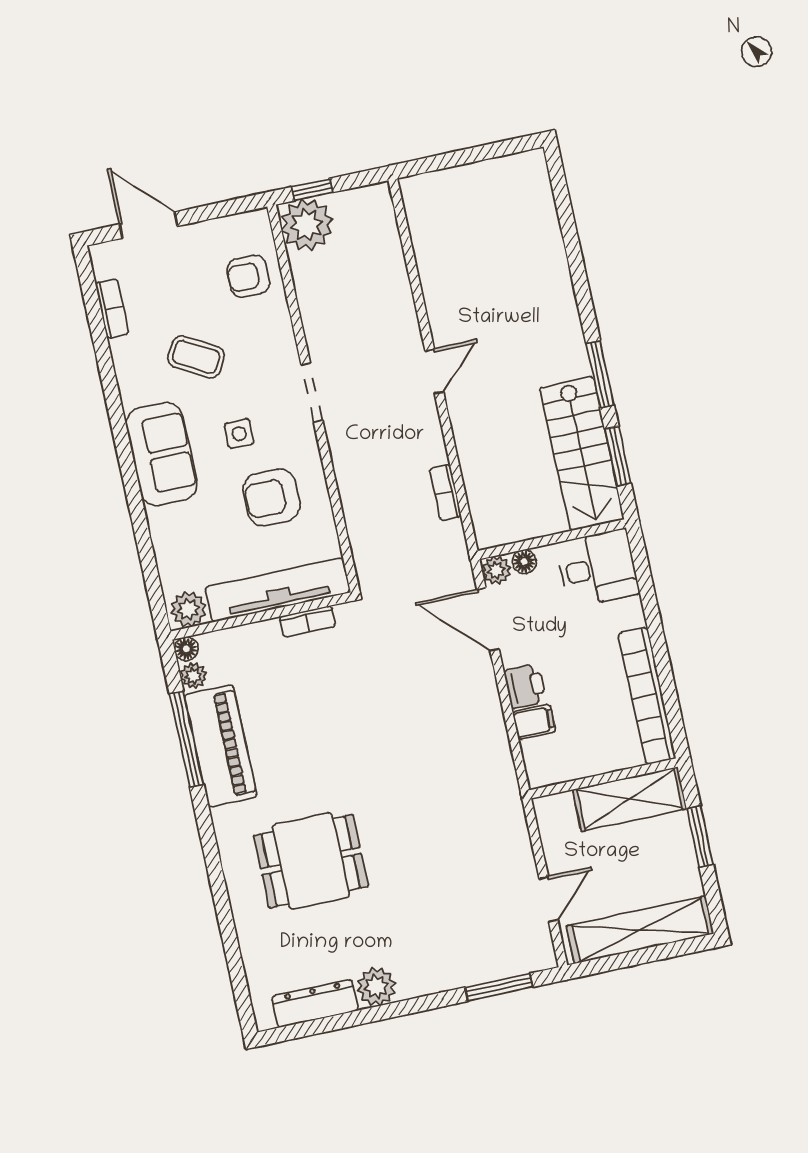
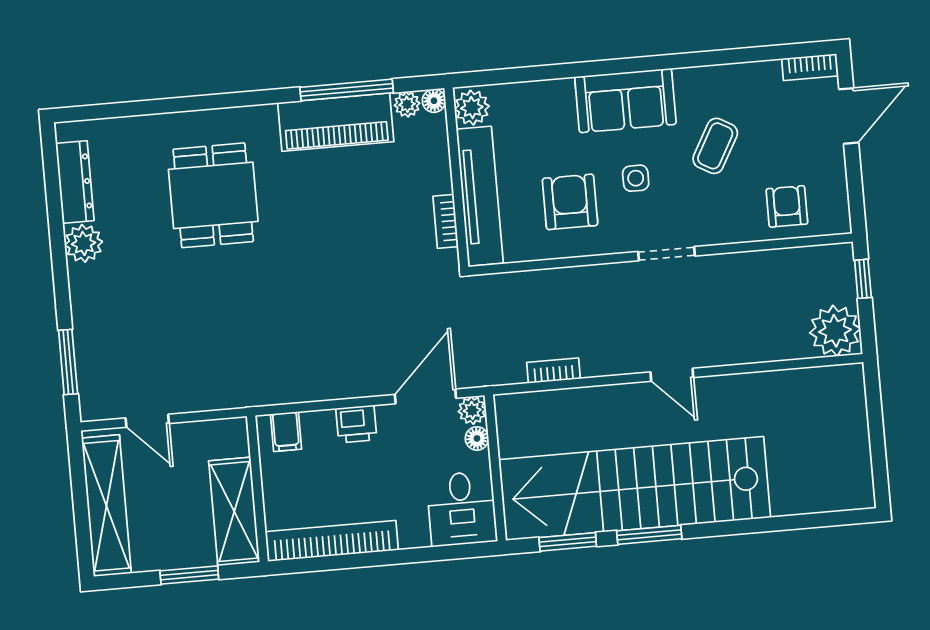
plant: (307, 225) -> (835, 331), moved
bookcase: (112, 308) -> (810, 67), moved
stairs: (582, 453) -> (635, 489), width x1.86, depth x1.51
filing cabinet: (534, 722) -> (286, 432), moved

